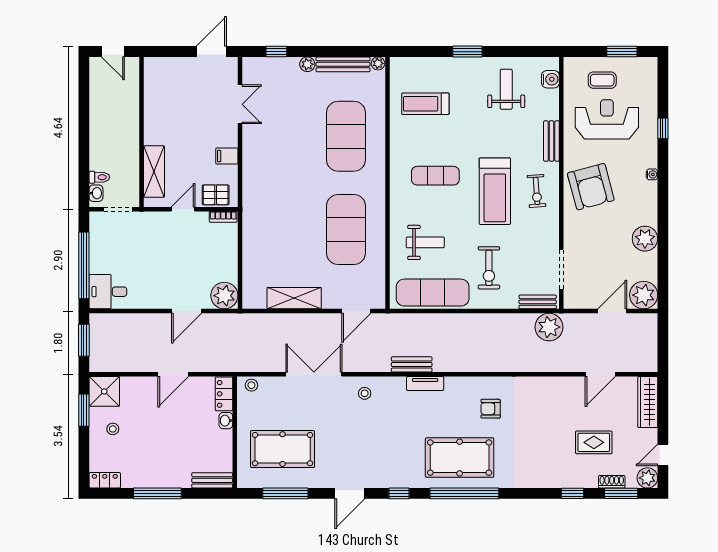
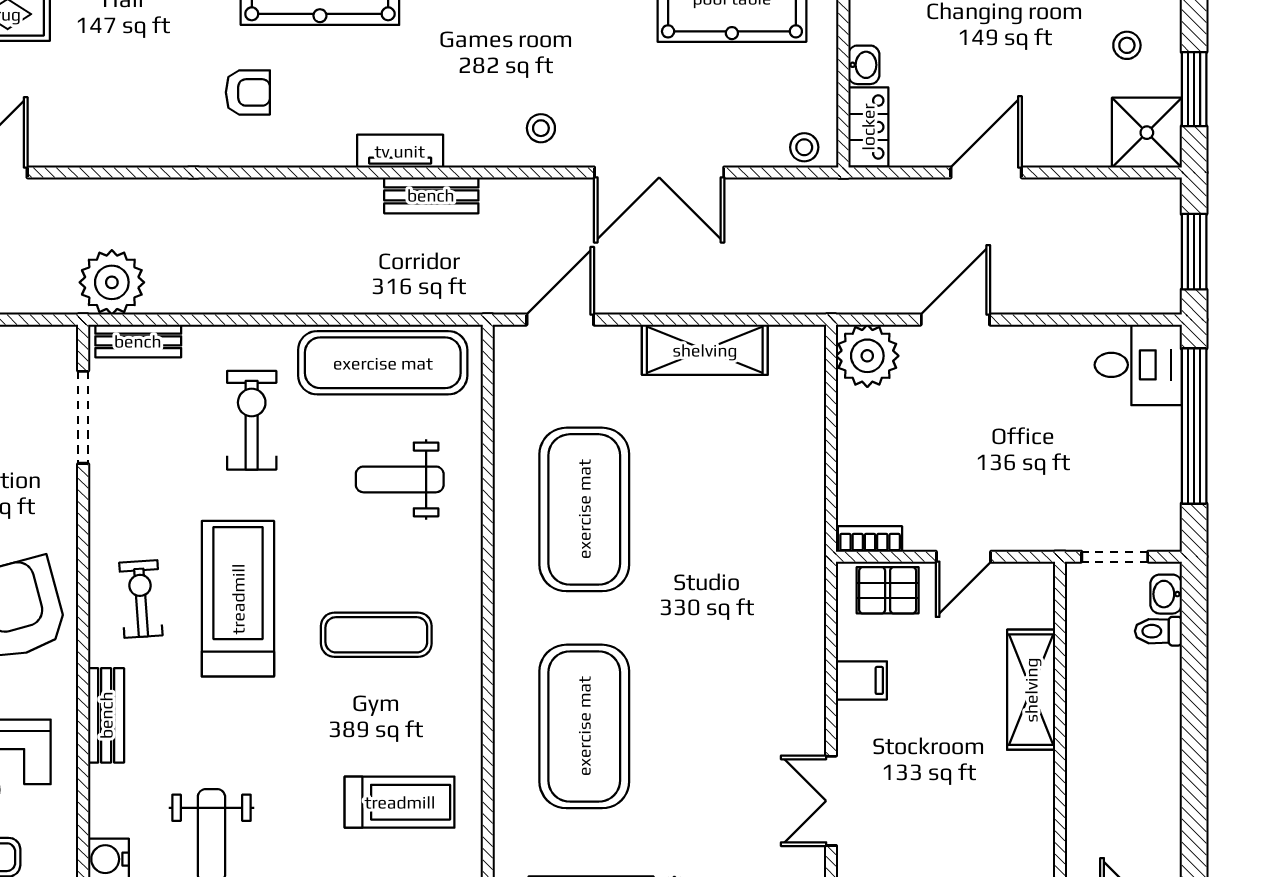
shelving: (154, 172) -> (1031, 690), moved

